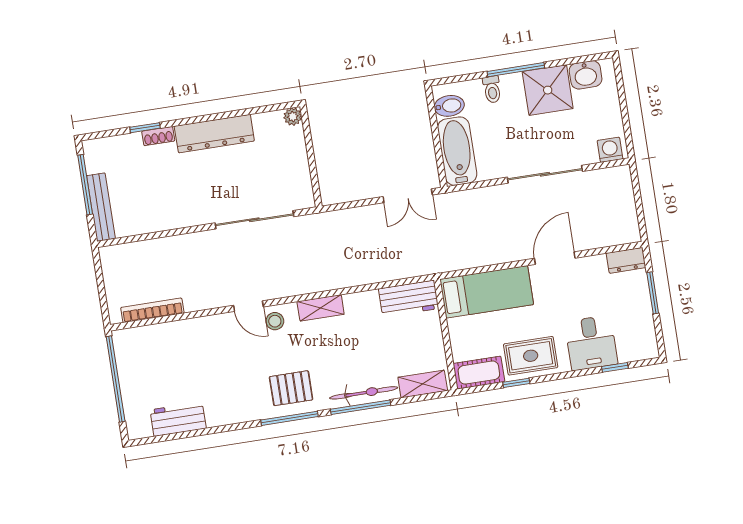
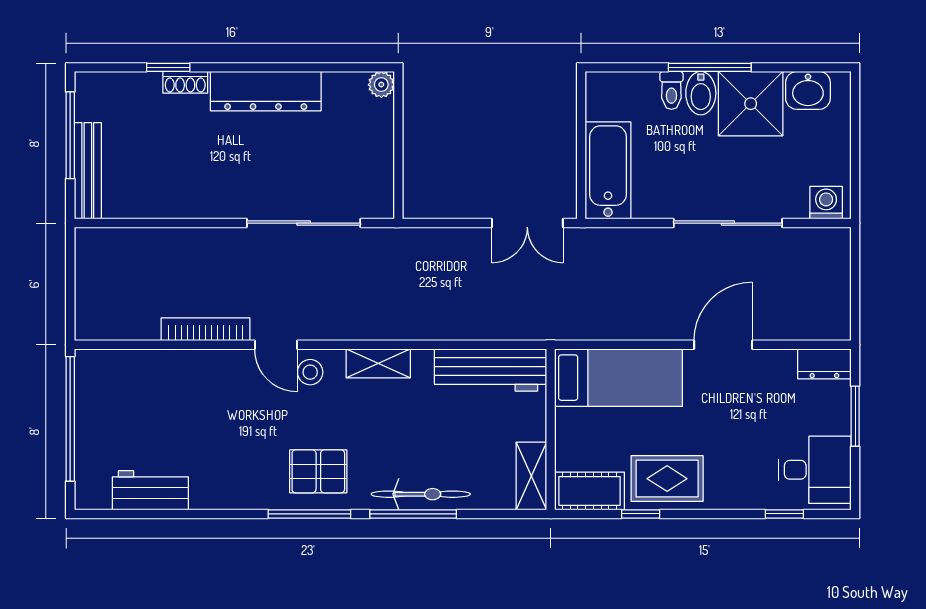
bidet: (449, 106) -> (701, 93), moved, turned 90
workbench: (409, 299) -> (490, 370), width x1.38
bookcase: (152, 310) -> (206, 329), moved
desk: (591, 343) -> (815, 470), moved, turned -90
shelving: (423, 384) -> (531, 476), moved, turned 90

